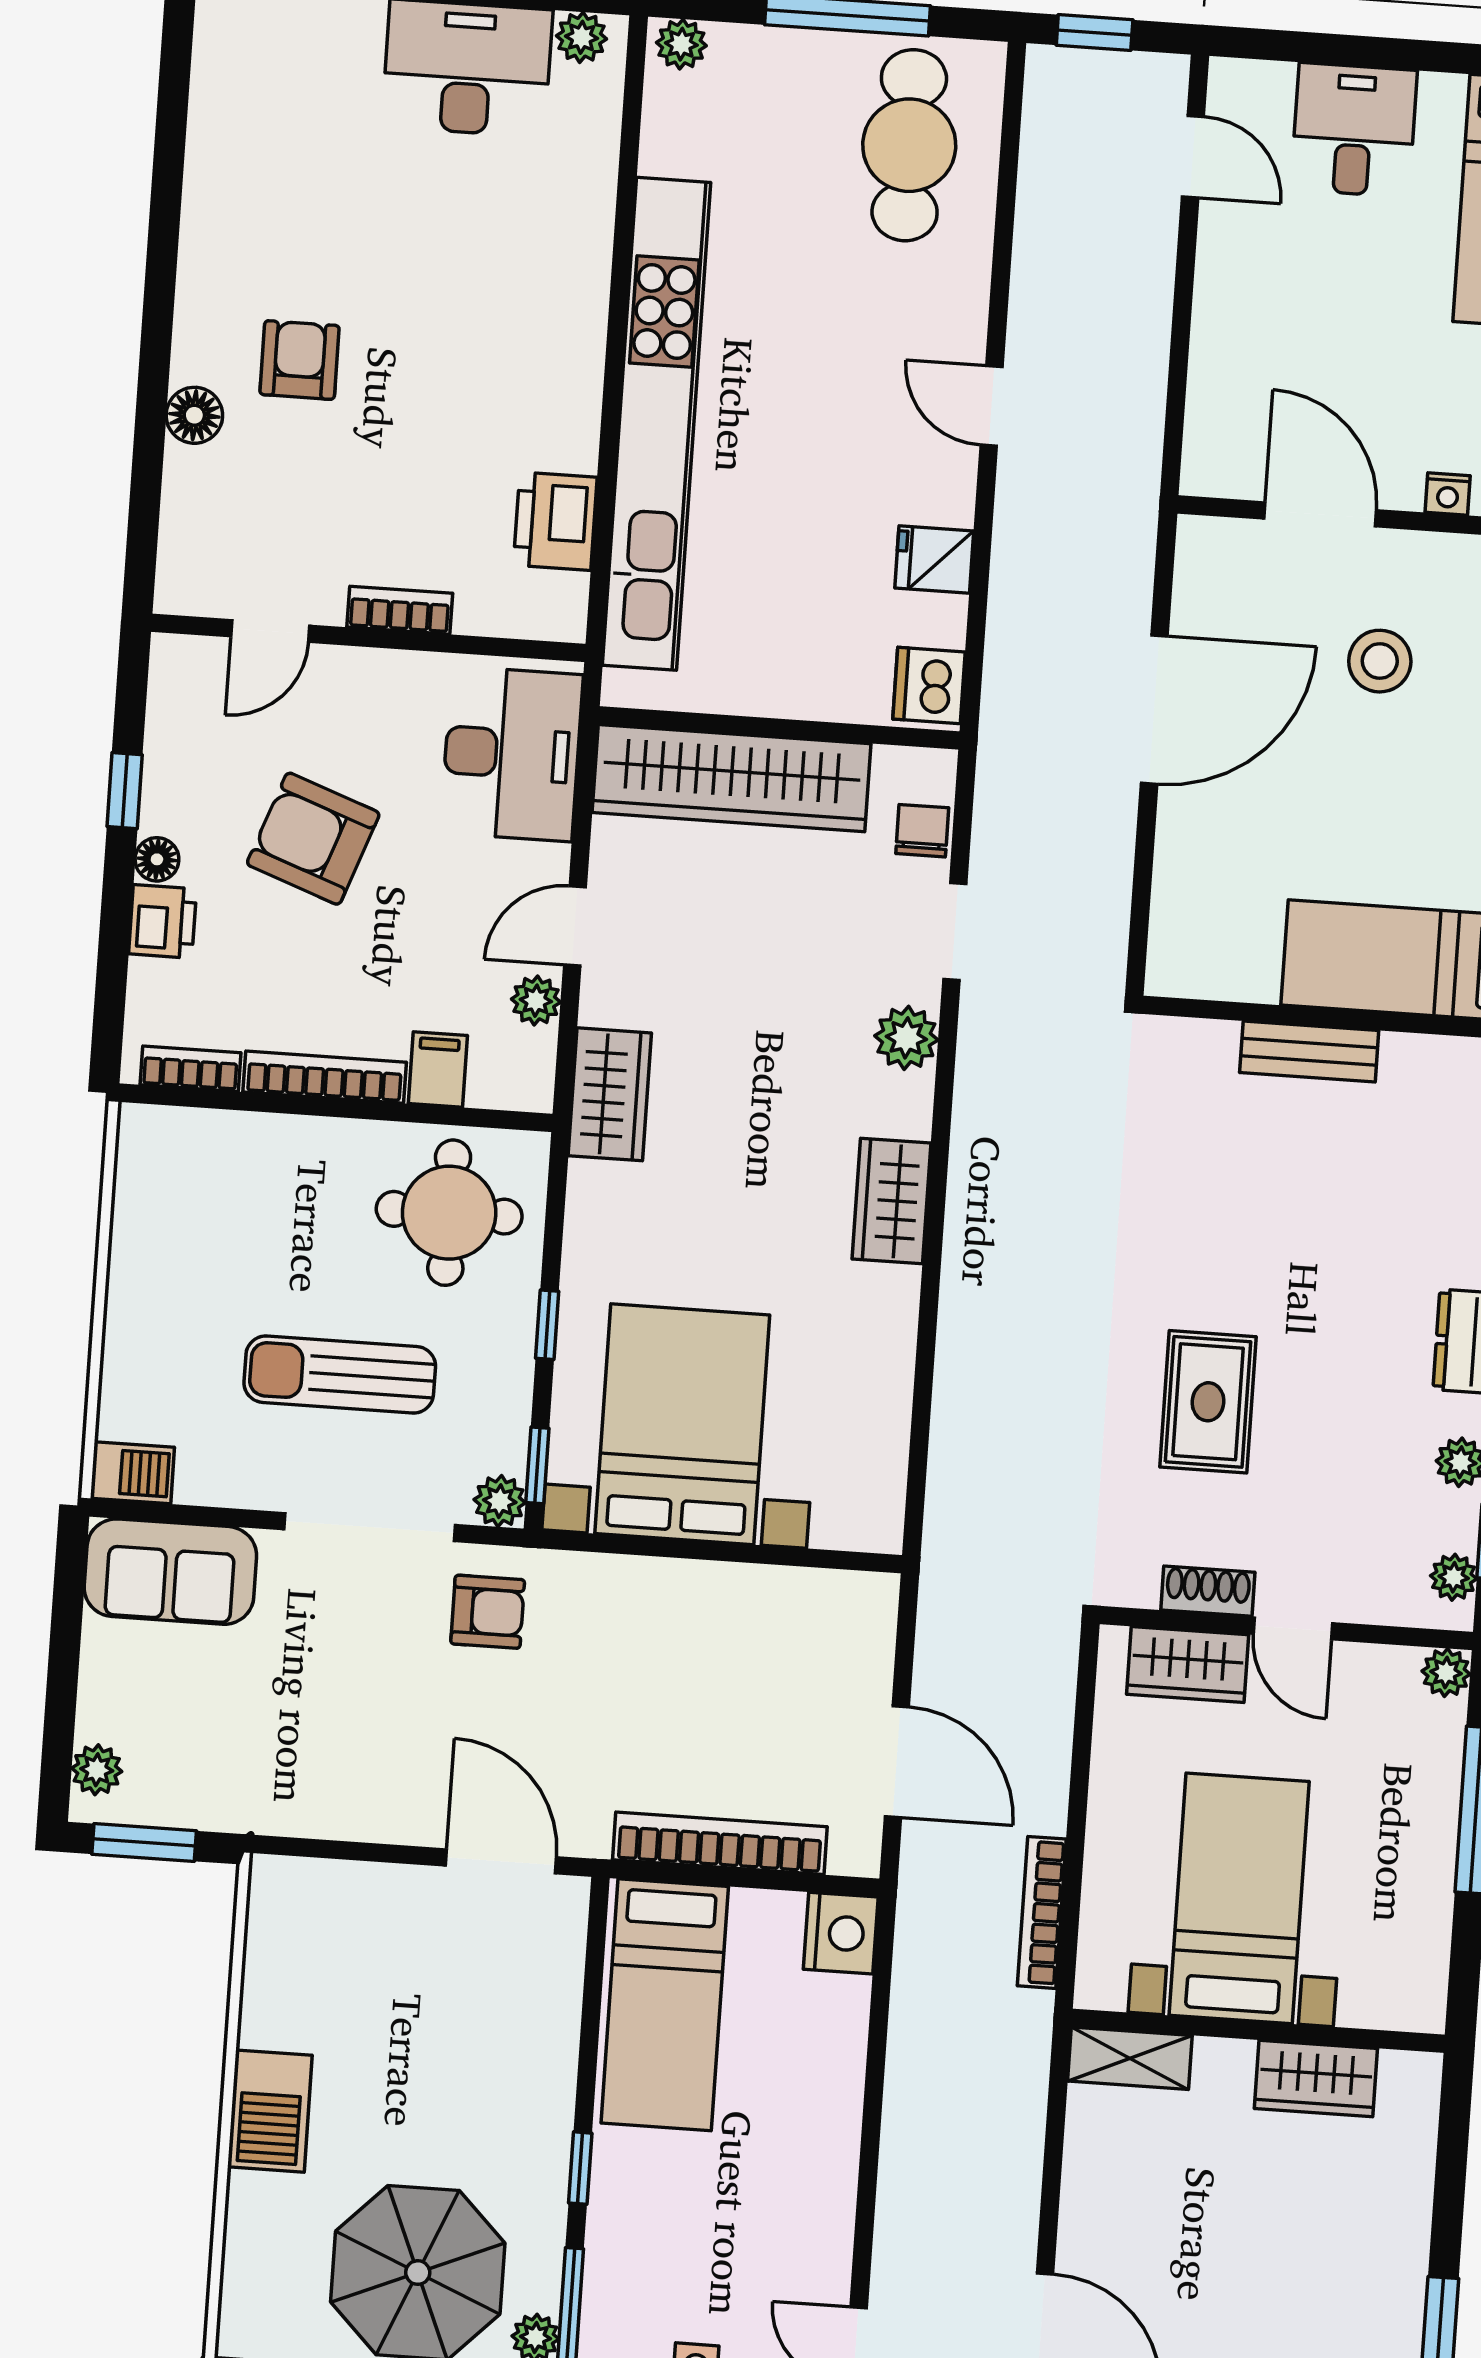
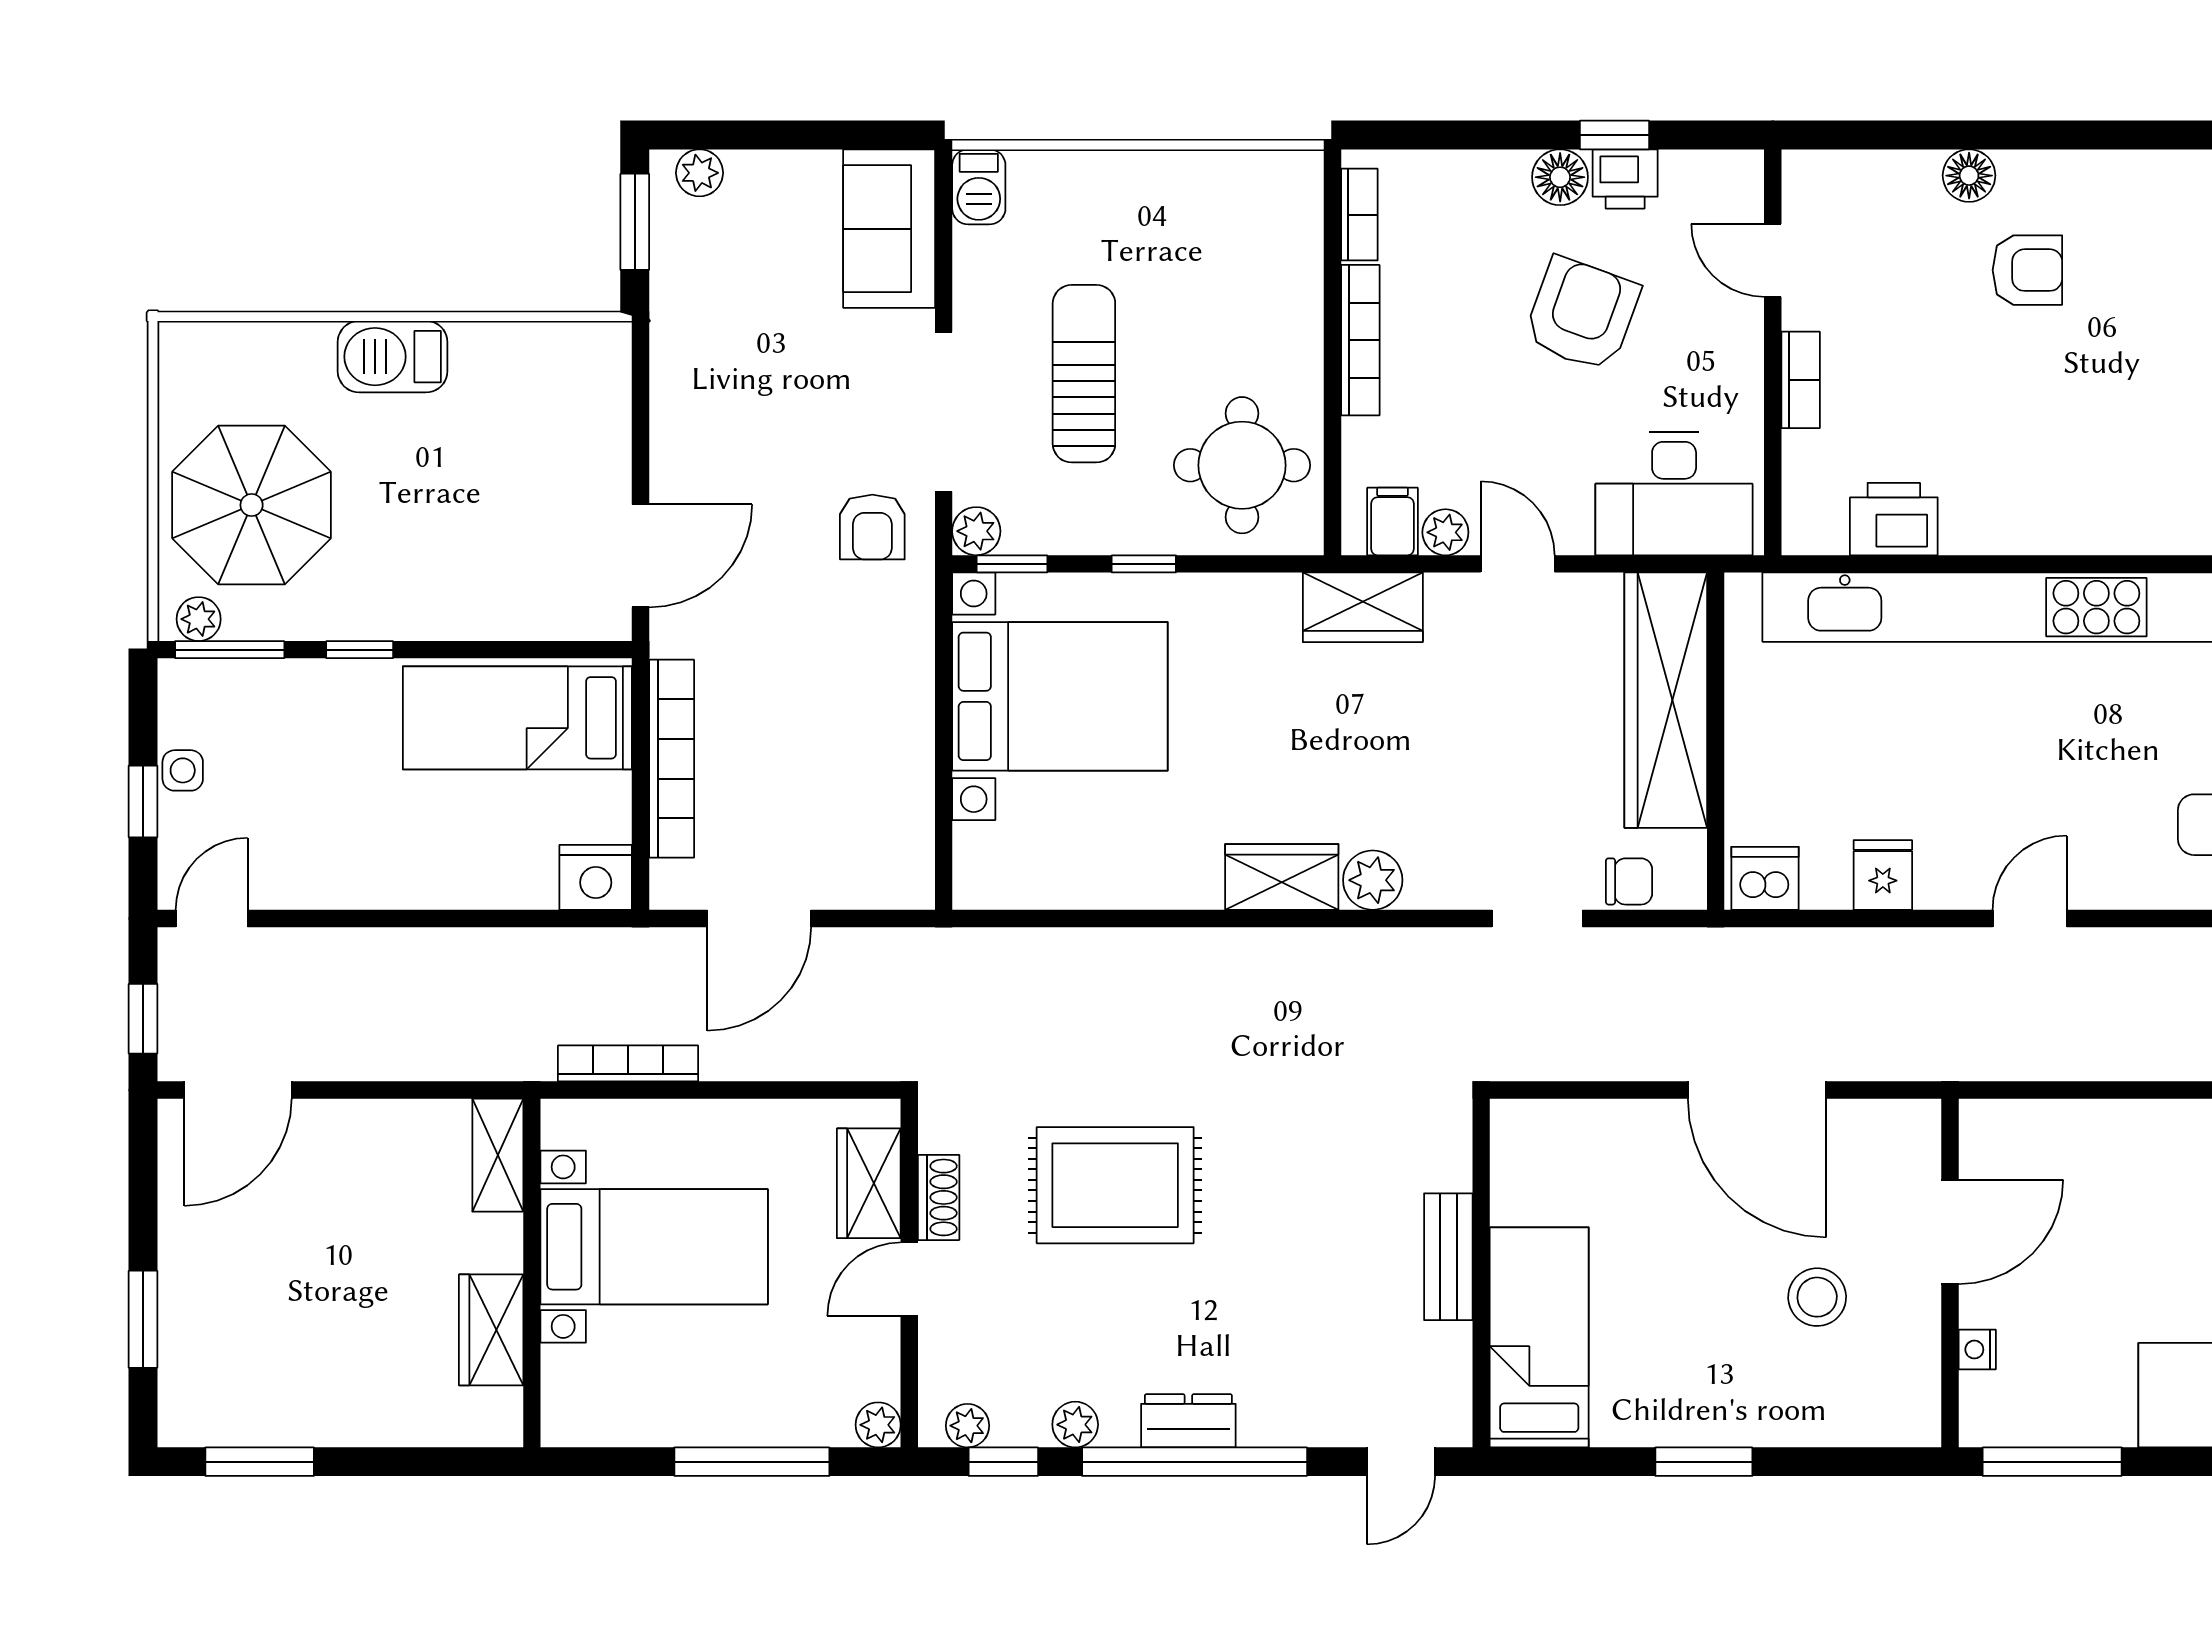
floor lamp: (157, 859) -> (1560, 177), width x1.37, depth x1.37
printer: (163, 921) -> (1625, 179), moved
plant: (906, 1038) -> (1373, 880), moved
filing cabinet: (438, 1069) -> (1393, 522), moved, turned -90
rug: (1208, 1402) -> (1115, 1185), width x1.36, depth x1.43

